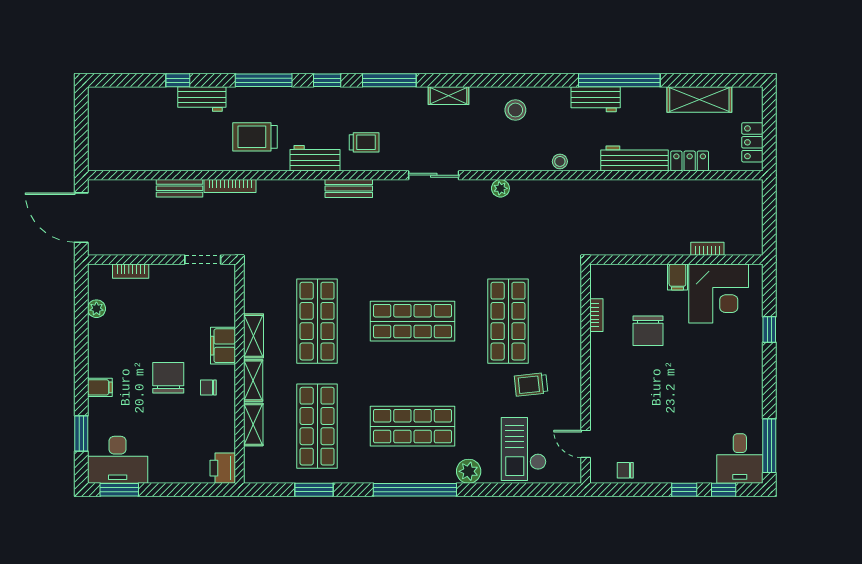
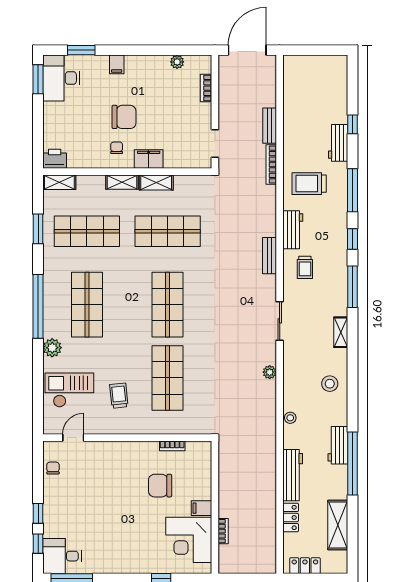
trolley: (255, 137) -> (309, 184), turned -90
shop shelf: (508, 321) -> (168, 378), turned 90
shelving: (253, 424) -> (59, 182), moved

